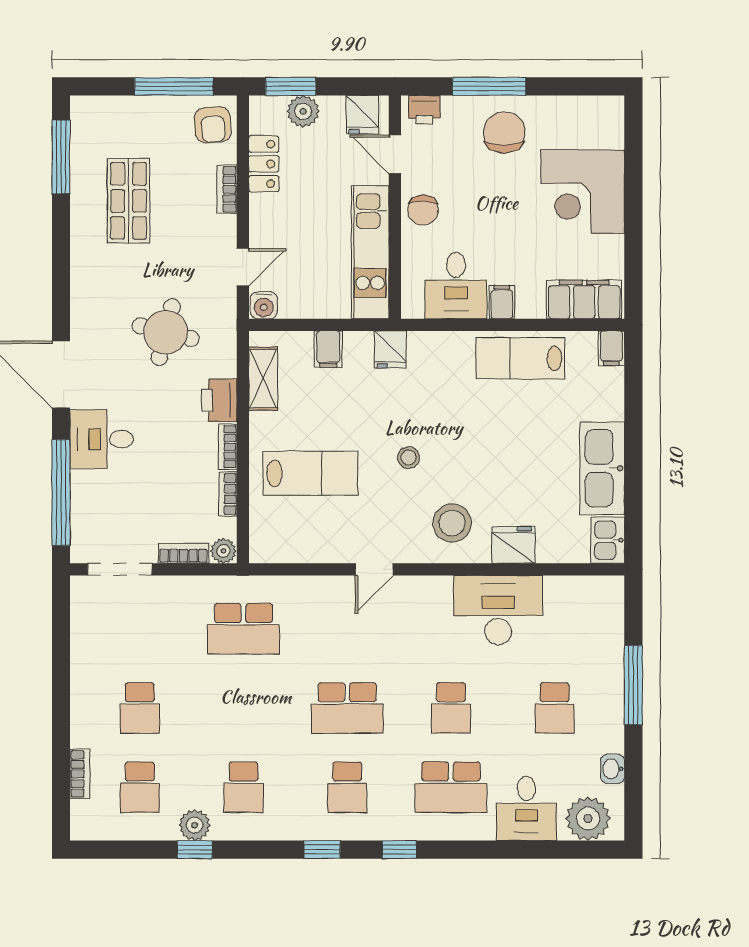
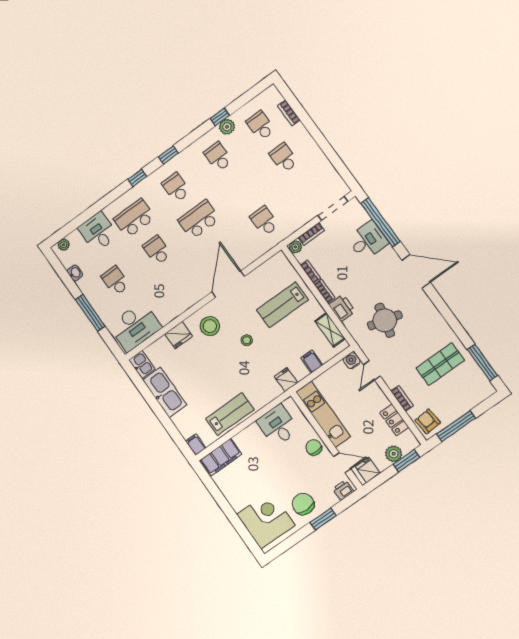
window: (489, 86) -> (323, 519), width x0.69
chair: (504, 132) -> (303, 504), turned 180
corner desk: (583, 192) -> (266, 520), moved
shop shelf: (129, 201) -> (440, 364), turned 90
filing cabinet: (502, 302) -> (254, 432), removed
desk: (102, 439) -> (368, 241), moved
door: (374, 569) -> (228, 284), width x1.88
desk: (498, 610) -> (135, 326), moved
school desk: (243, 629) -> (264, 221), width x0.54
plant: (588, 819) -> (64, 245), width x0.53, depth x0.53

